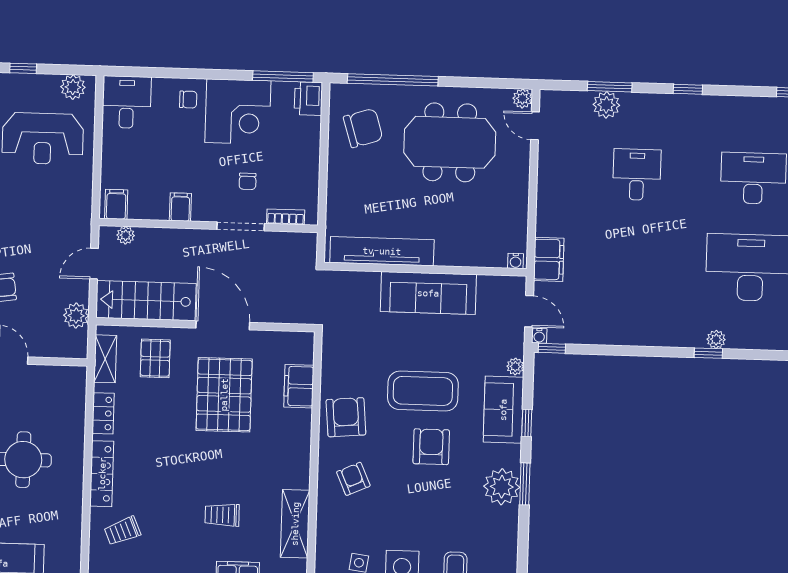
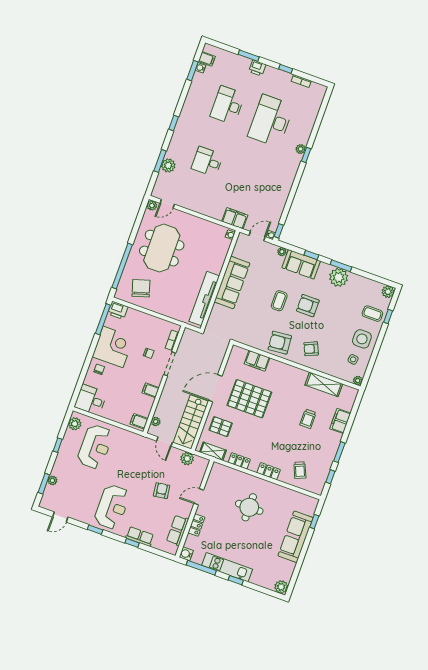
coffee table: (423, 391) -> (279, 301), width x0.54, depth x0.58
locker: (102, 474) -> (269, 471), width x0.66

